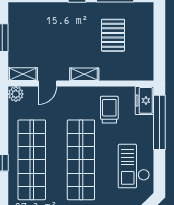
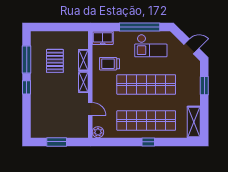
pallet: (113, 35) -> (55, 61), turned 90
shelving: (23, 74) -> (83, 60), moved
window: (159, 122) -> (140, 27), moved

